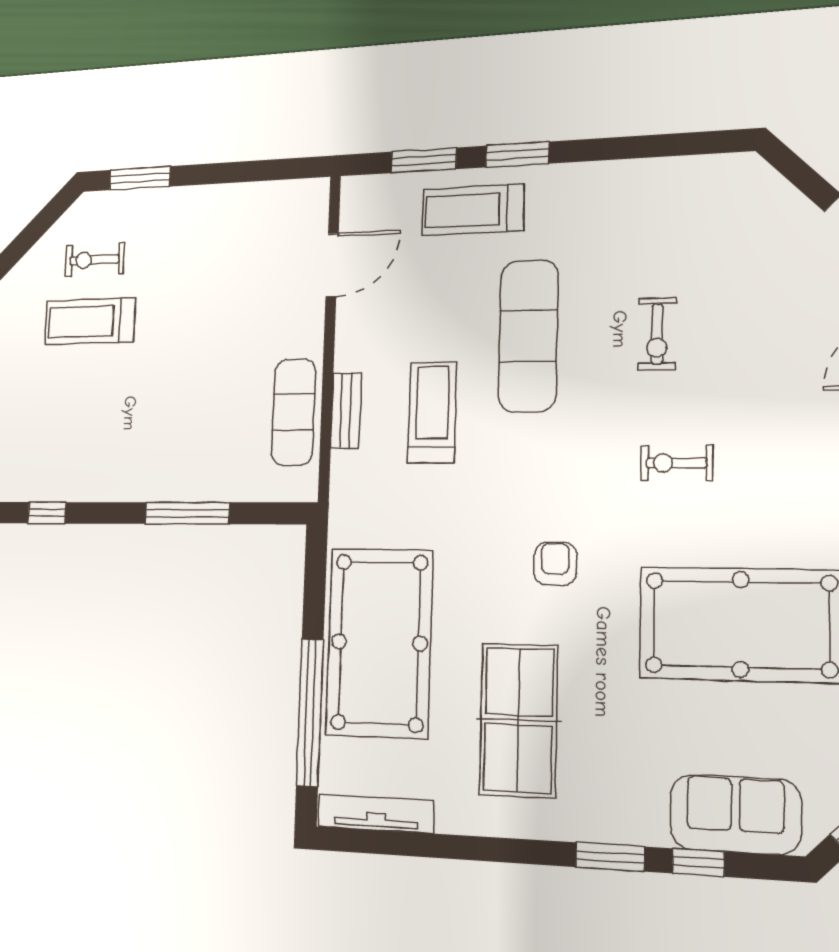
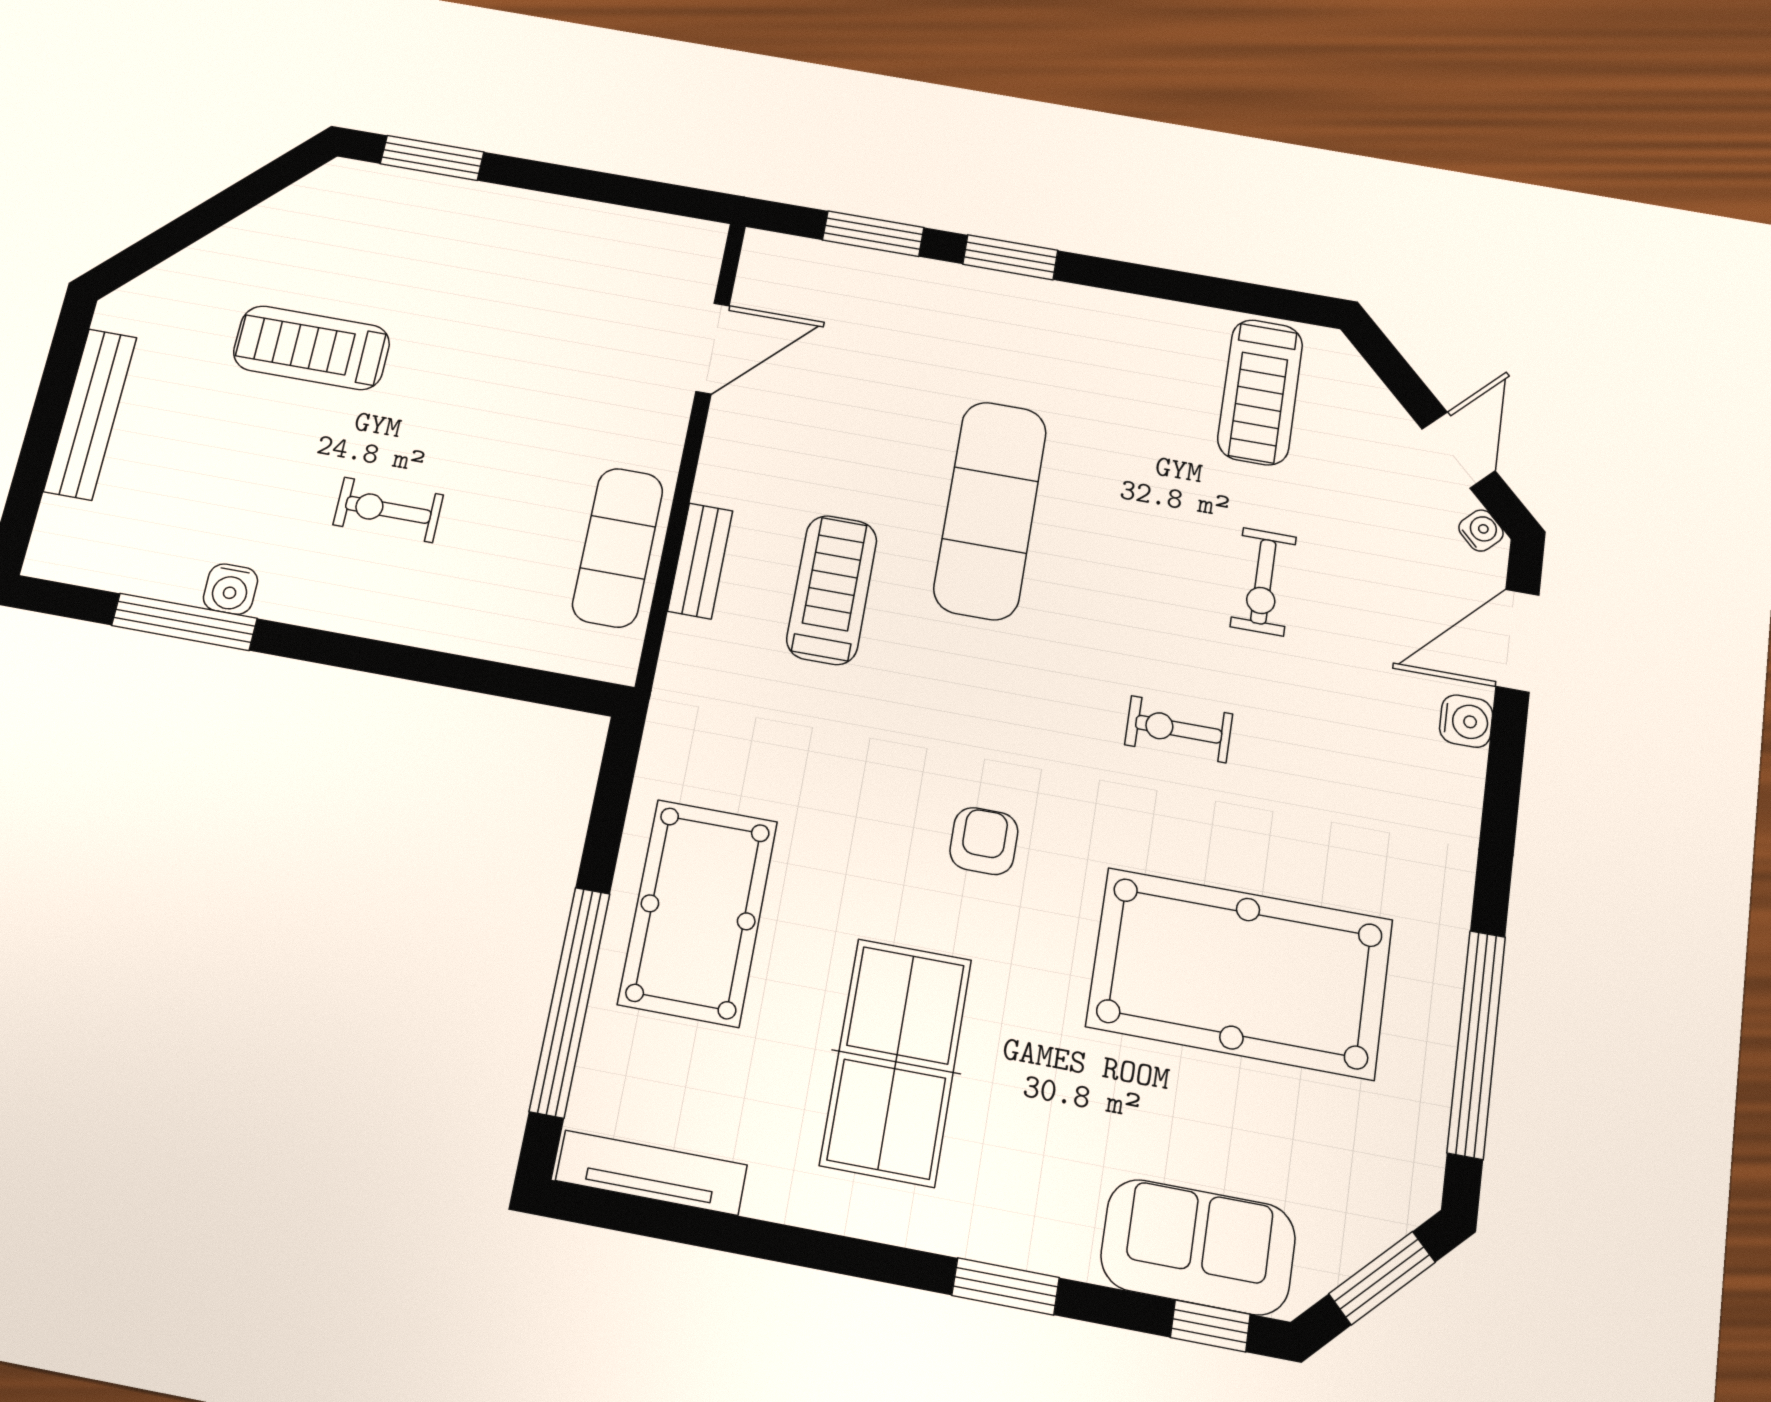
treadmill: (473, 210) -> (1260, 392), moved, turned -90
exercise bike: (95, 260) -> (388, 510), moved
exercise bike: (657, 334) -> (1263, 582), moved
water cooler: (69, 487) -> (231, 589), added
window: (47, 513) -> (184, 622), width x2.17
window: (187, 513) -> (421, 665), removed
pool table: (379, 642) -> (698, 912), width x0.73, depth x0.76
window: (698, 862) -> (1210, 1326), moved

